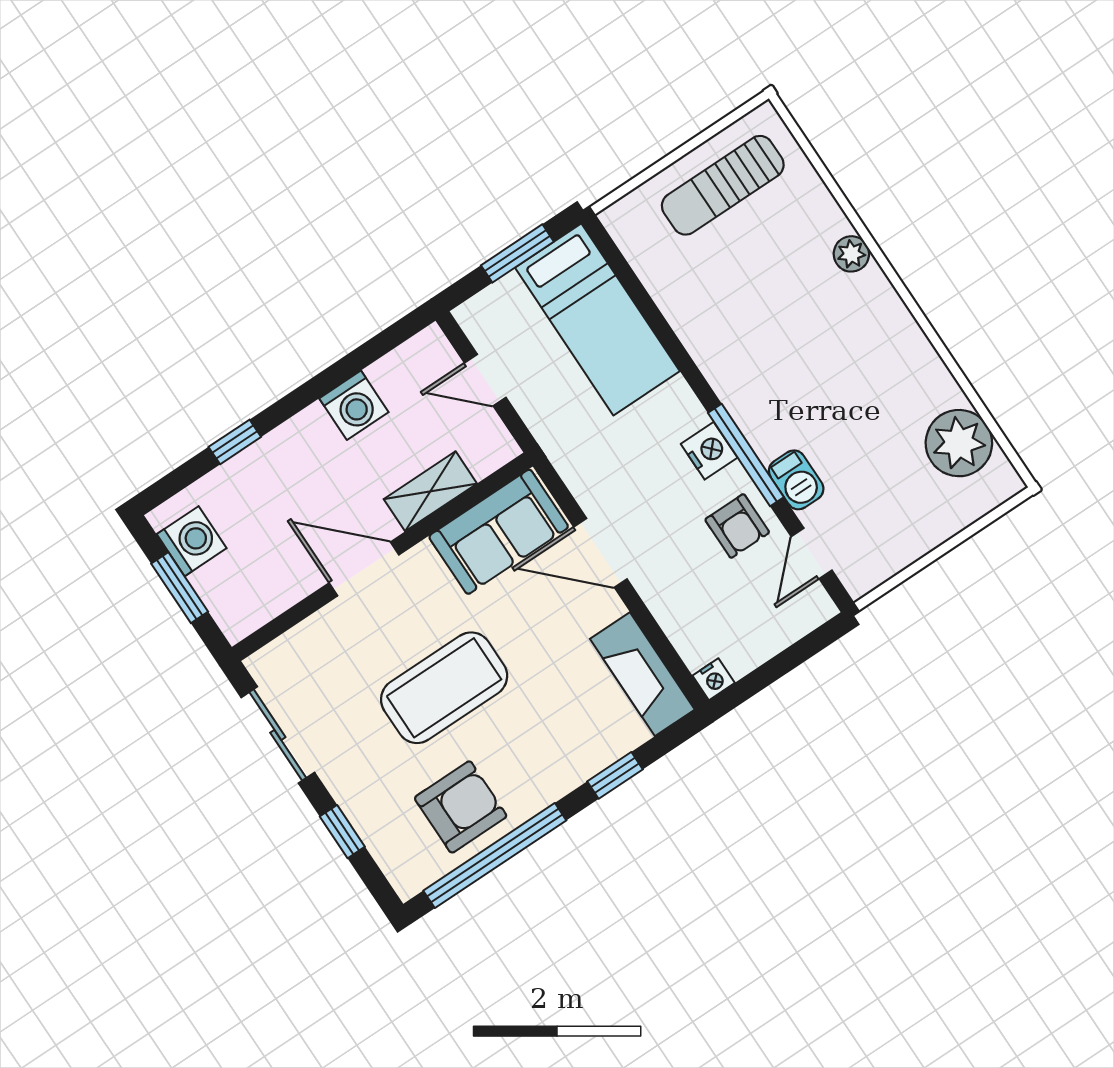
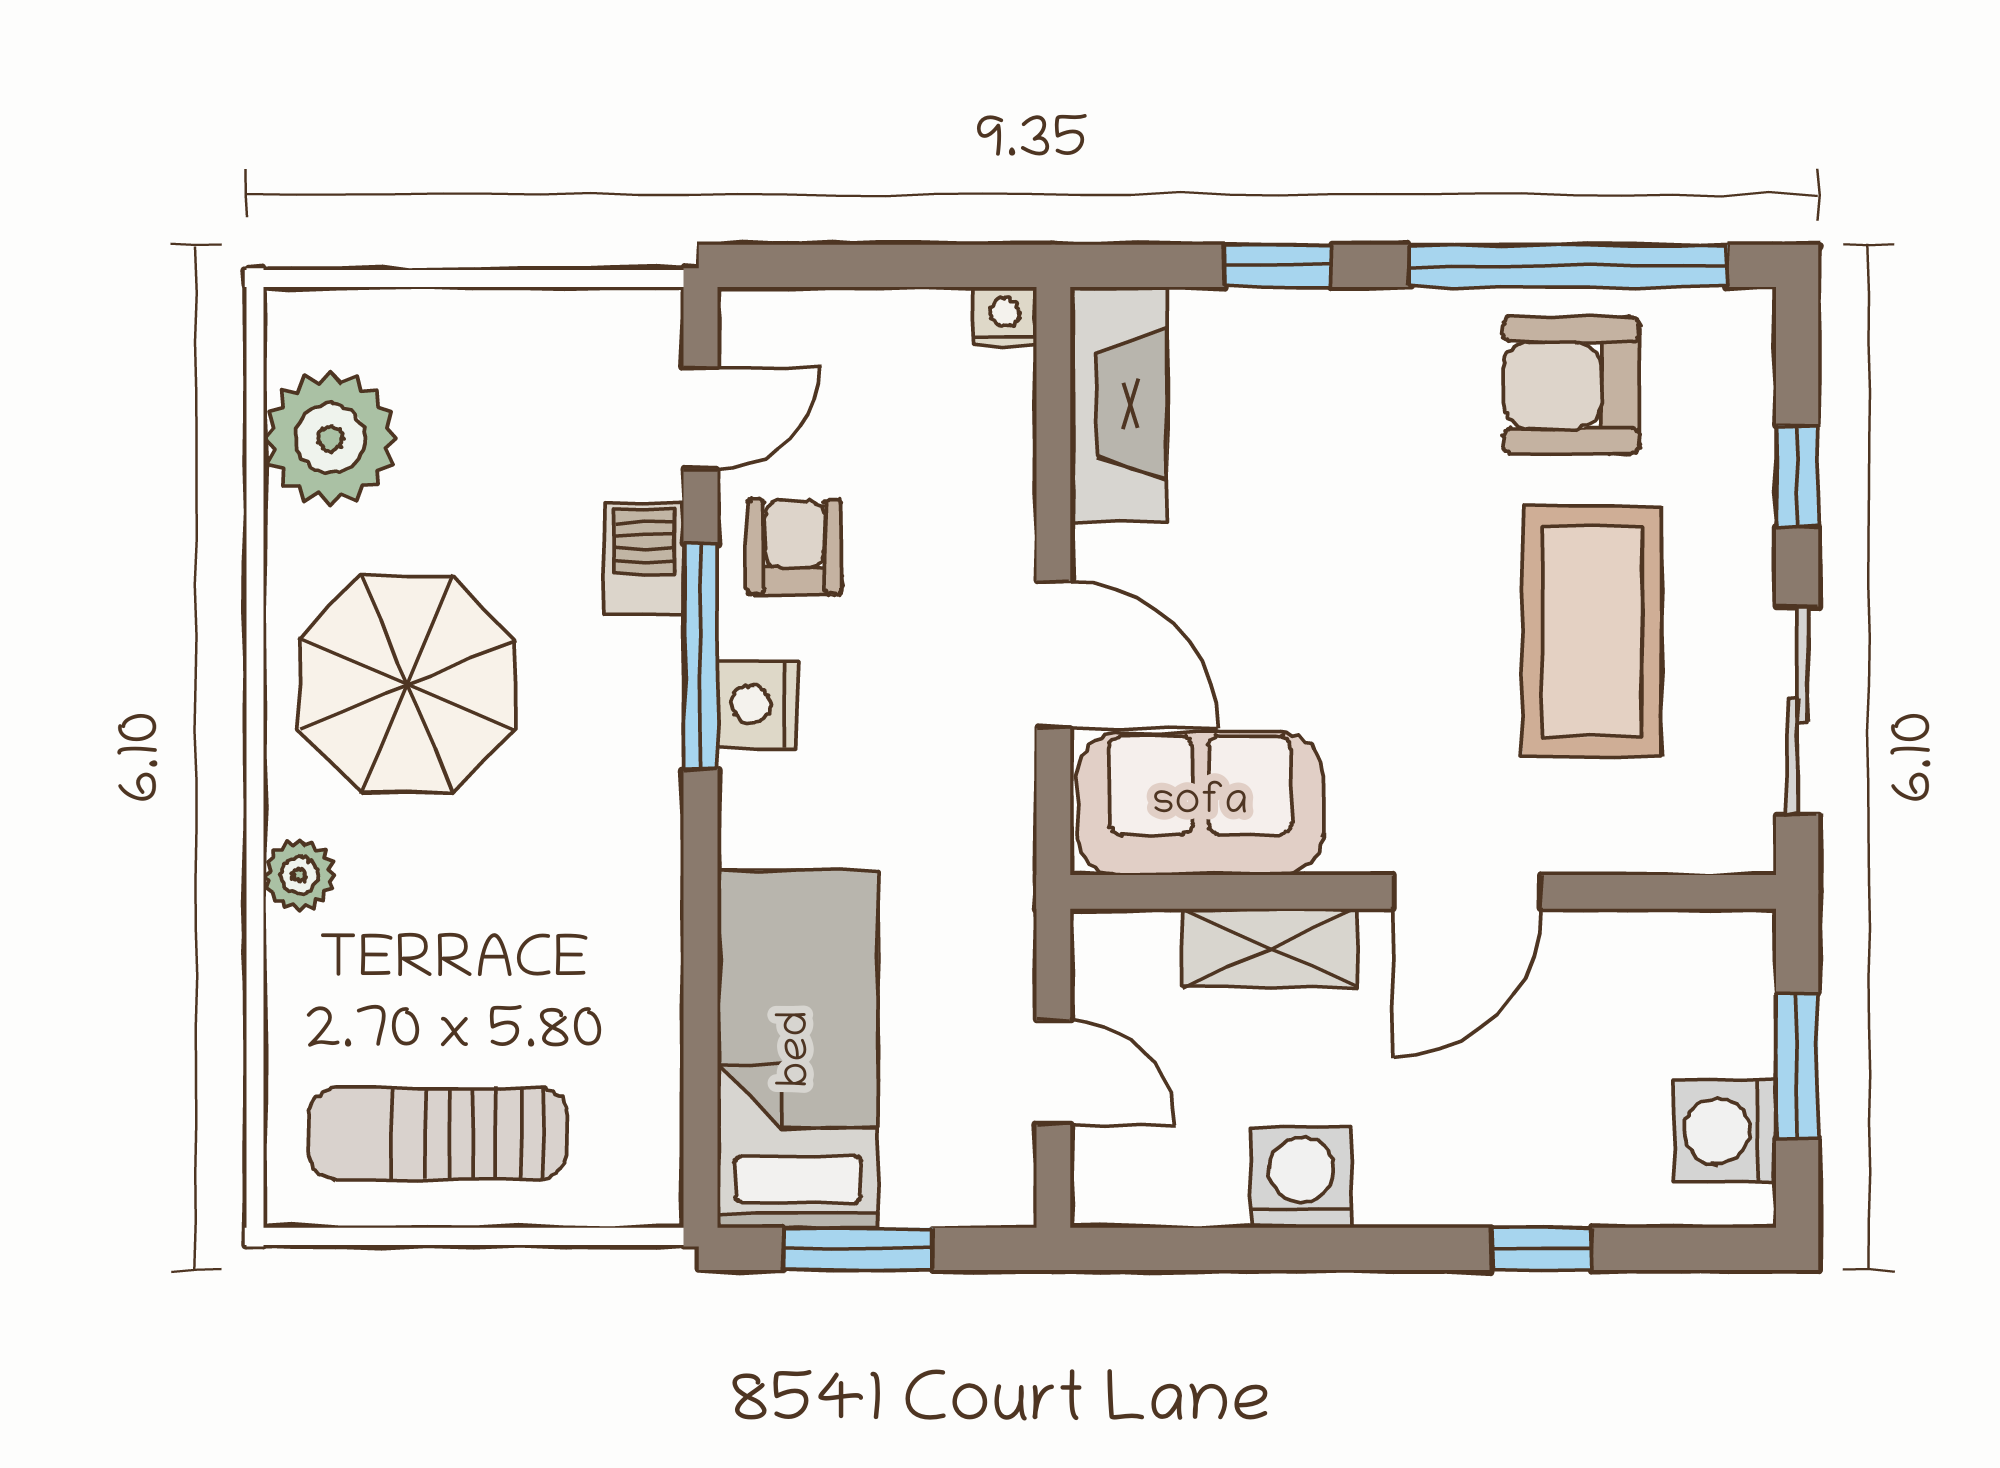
sun lounger: (723, 185) -> (438, 1134), turned 180
parasol: (859, 362) -> (407, 684), added
door: (364, 569) -> (1467, 892), hinge flipped
coffee table: (444, 688) -> (1592, 632), moved, turned 90

